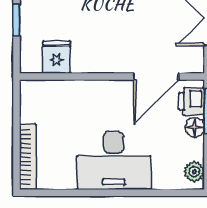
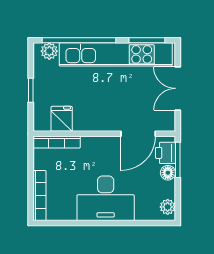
bookcase: (50, 87) -> (57, 142), added

